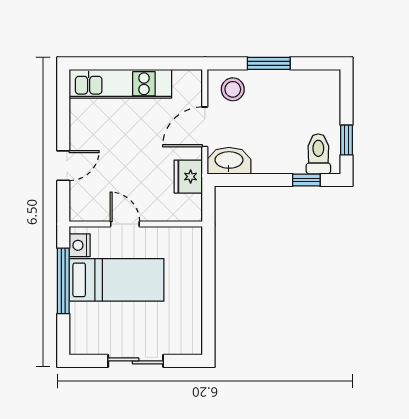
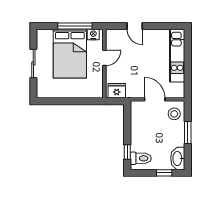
window: (346, 140) -> (164, 173), moved
washbasin: (229, 161) -> (178, 158), moved, turned 180
fridge: (188, 177) -> (117, 91), moved
bed: (117, 280) -> (70, 54), width x1.50

